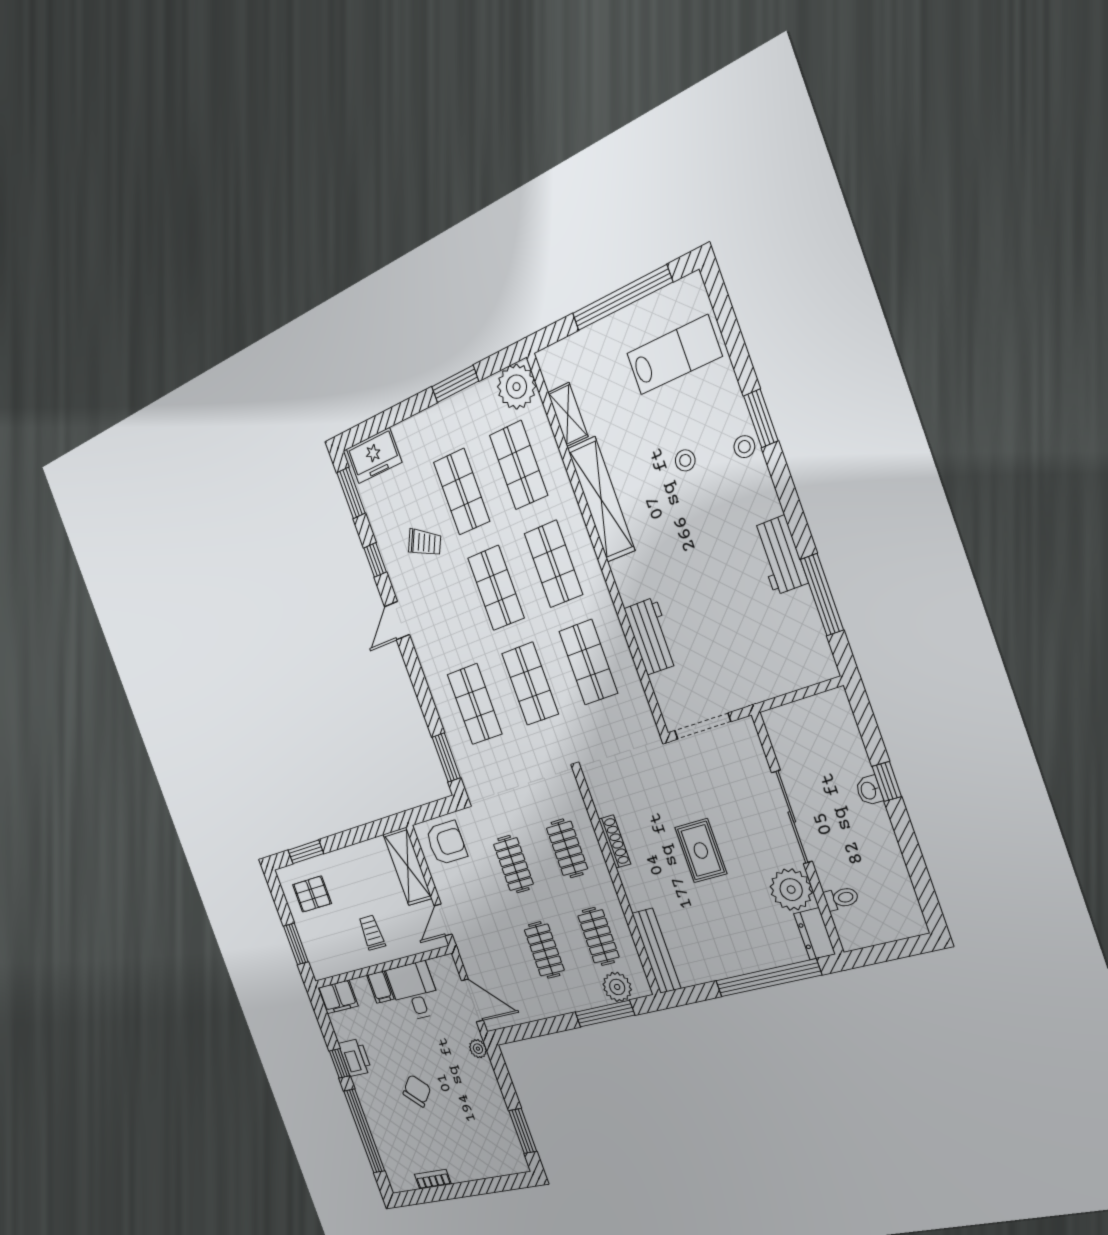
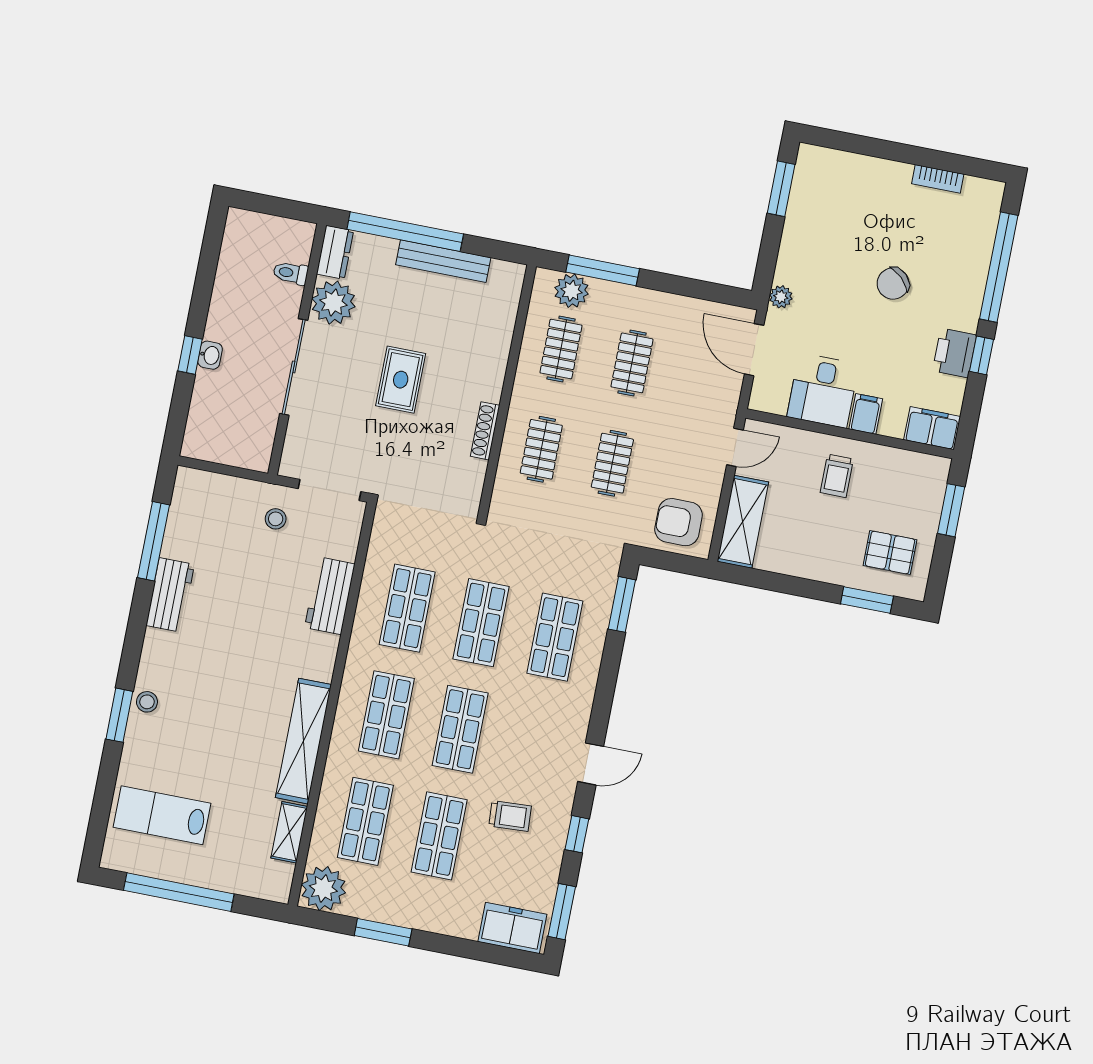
stool: (685, 460) -> (276, 519), moved
trolley: (425, 543) -> (510, 816), turned 149
bench: (656, 951) -> (443, 261), moved, turned 90

